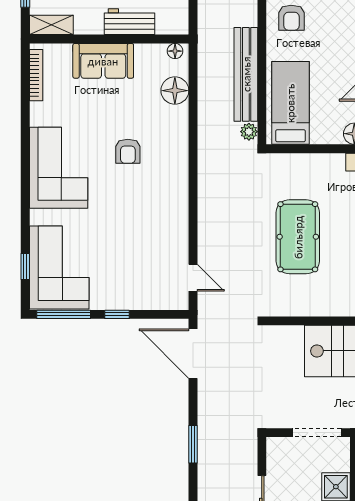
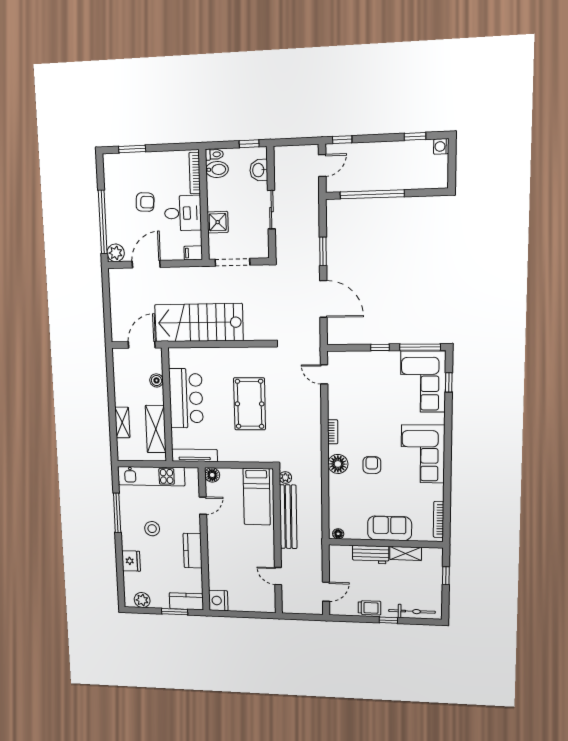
armchair: (291, 18) -> (257, 554), removed
shelving: (51, 25) -> (406, 553), moved
floor lamp: (175, 91) -> (338, 464), moved
bookcase: (182, 198) -> (333, 432), added
door: (193, 354) -> (323, 299), moved

